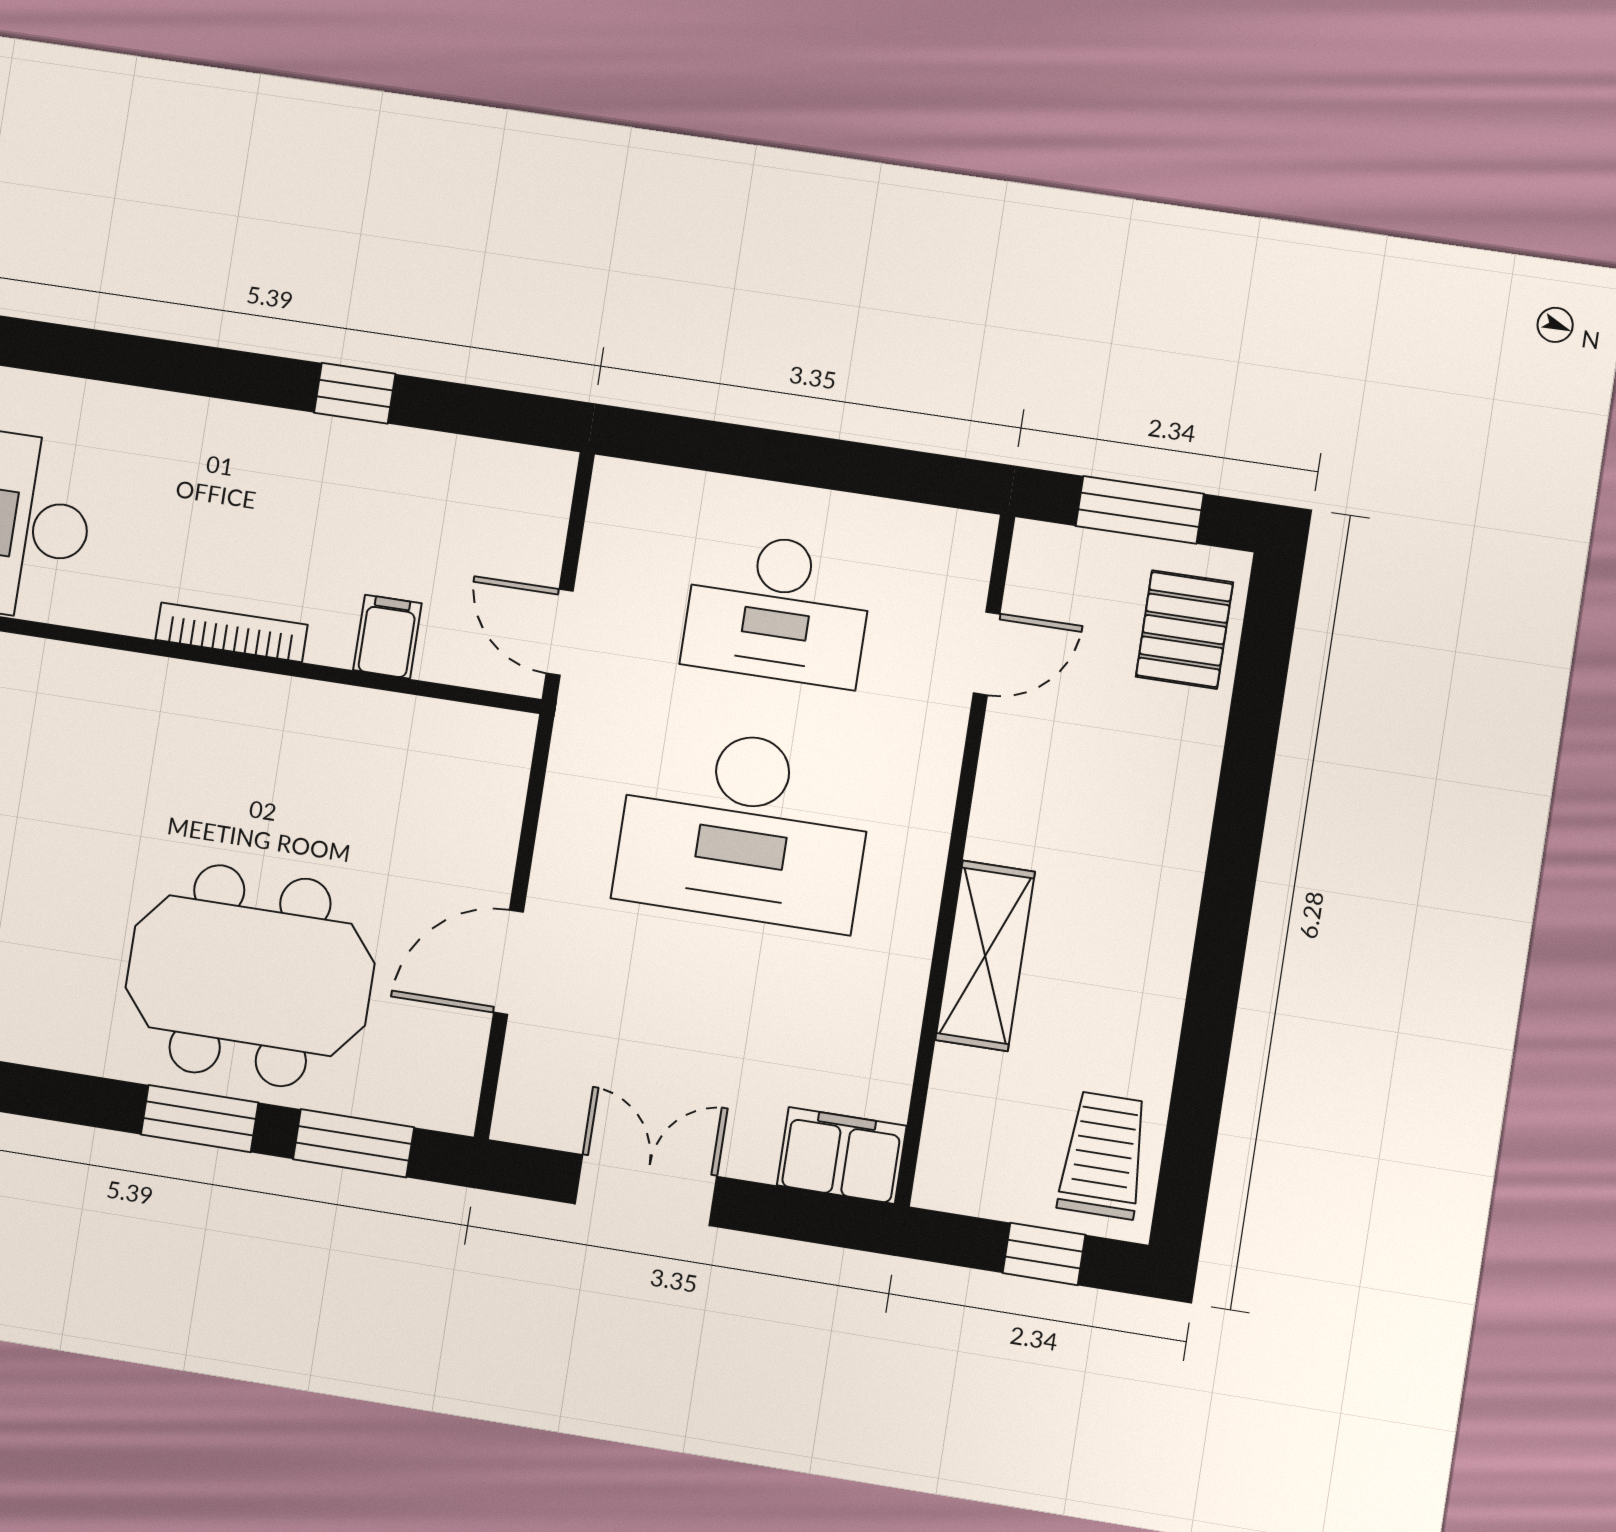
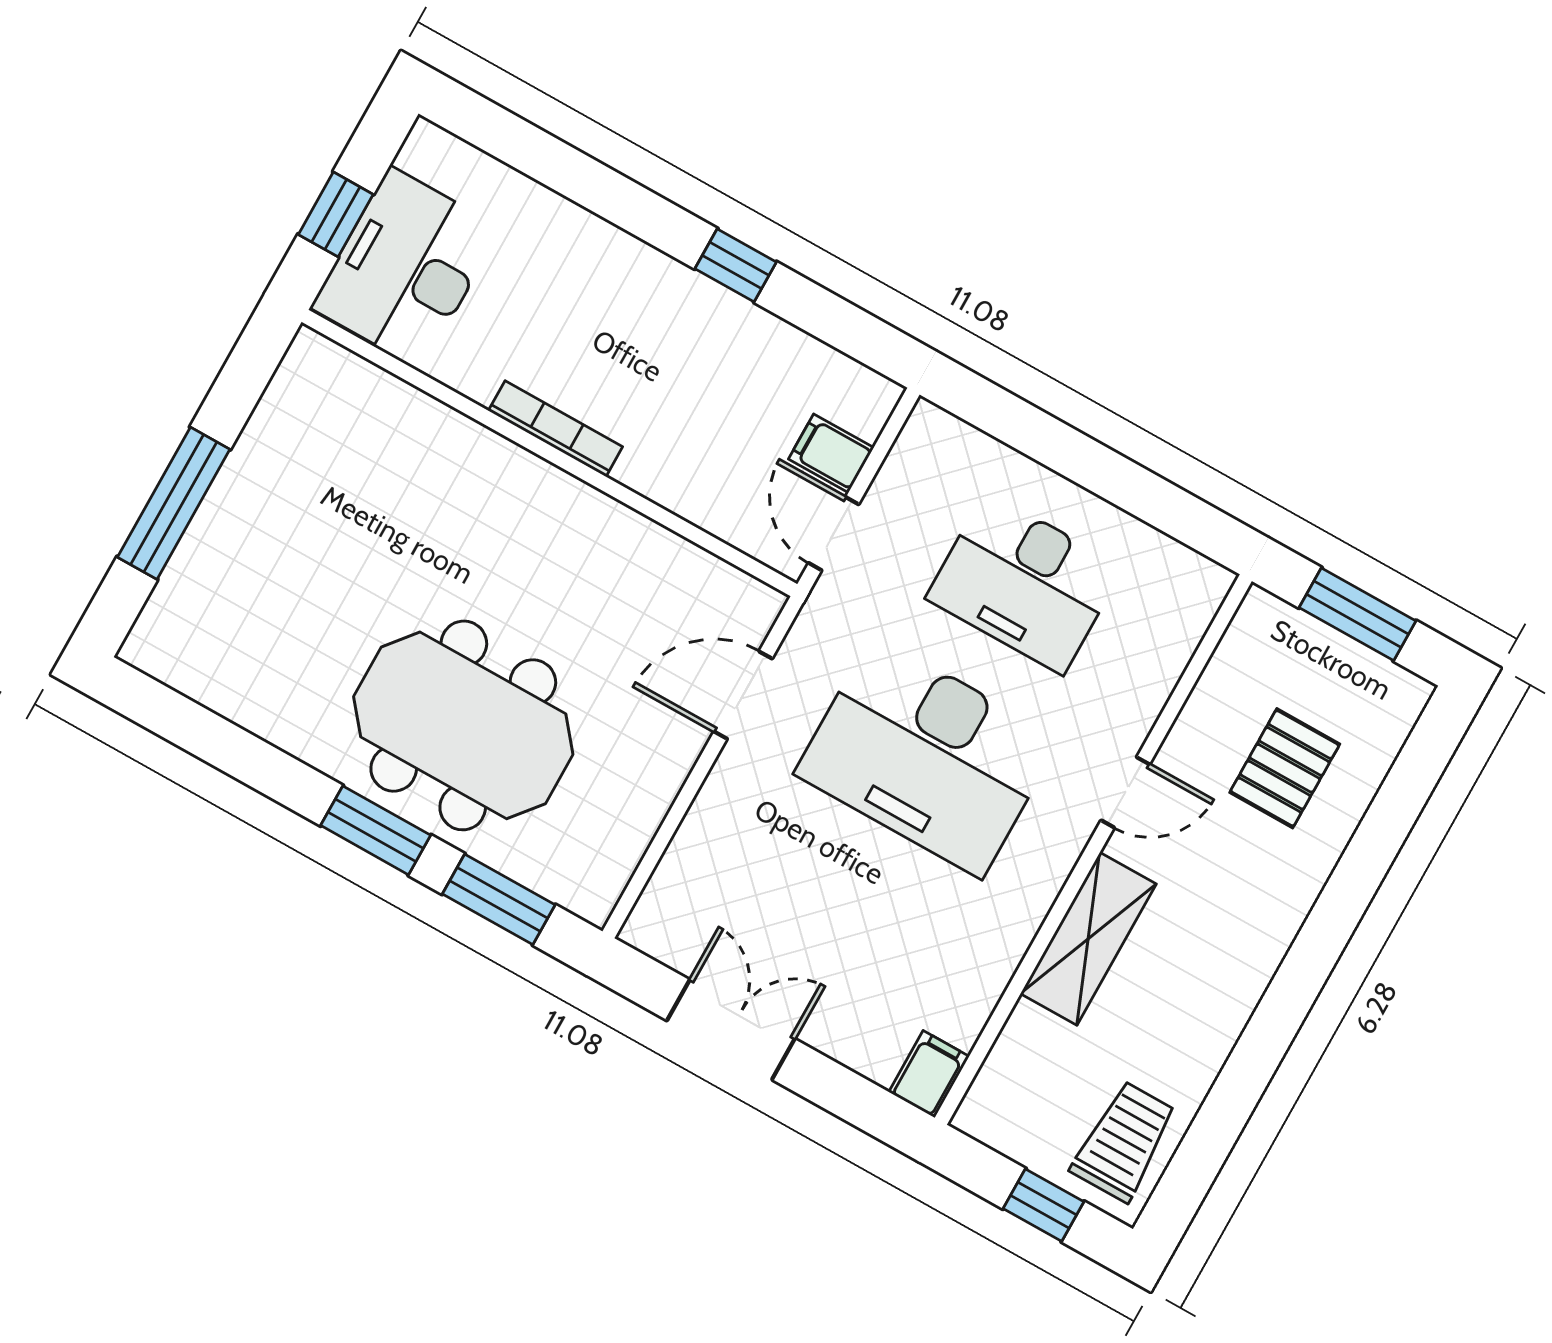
pallet: (1184, 630) -> (1285, 768), moved
filing cabinet: (387, 637) -> (831, 453), moved, turned -90
door: (987, 653) -> (1125, 792), moved
door: (508, 962) -> (743, 695), moved
filing cabinet: (842, 1156) -> (929, 1074), width x0.50

